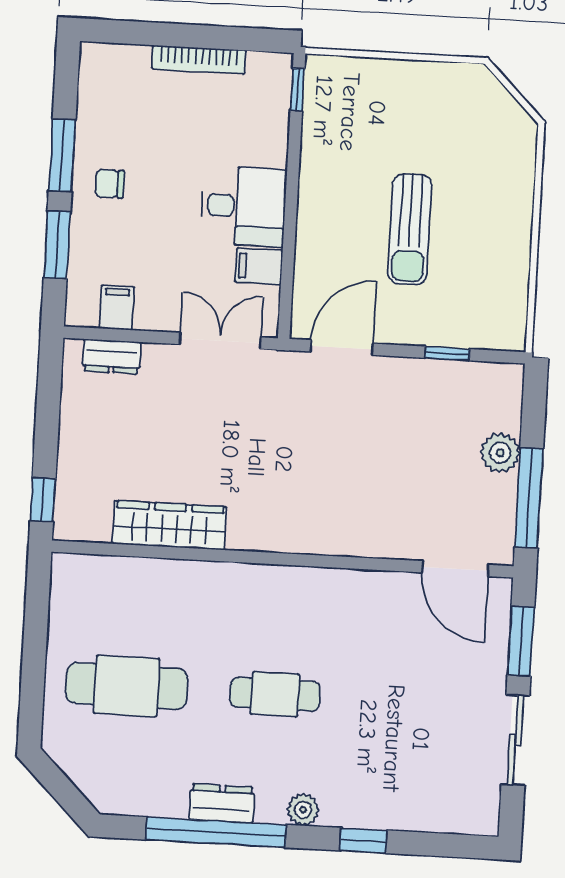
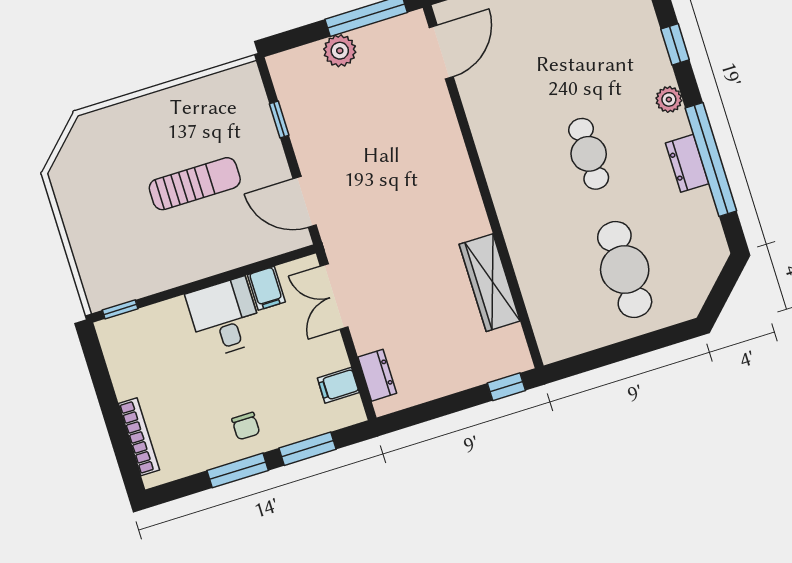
bookcase: (199, 60) -> (139, 437), moved

